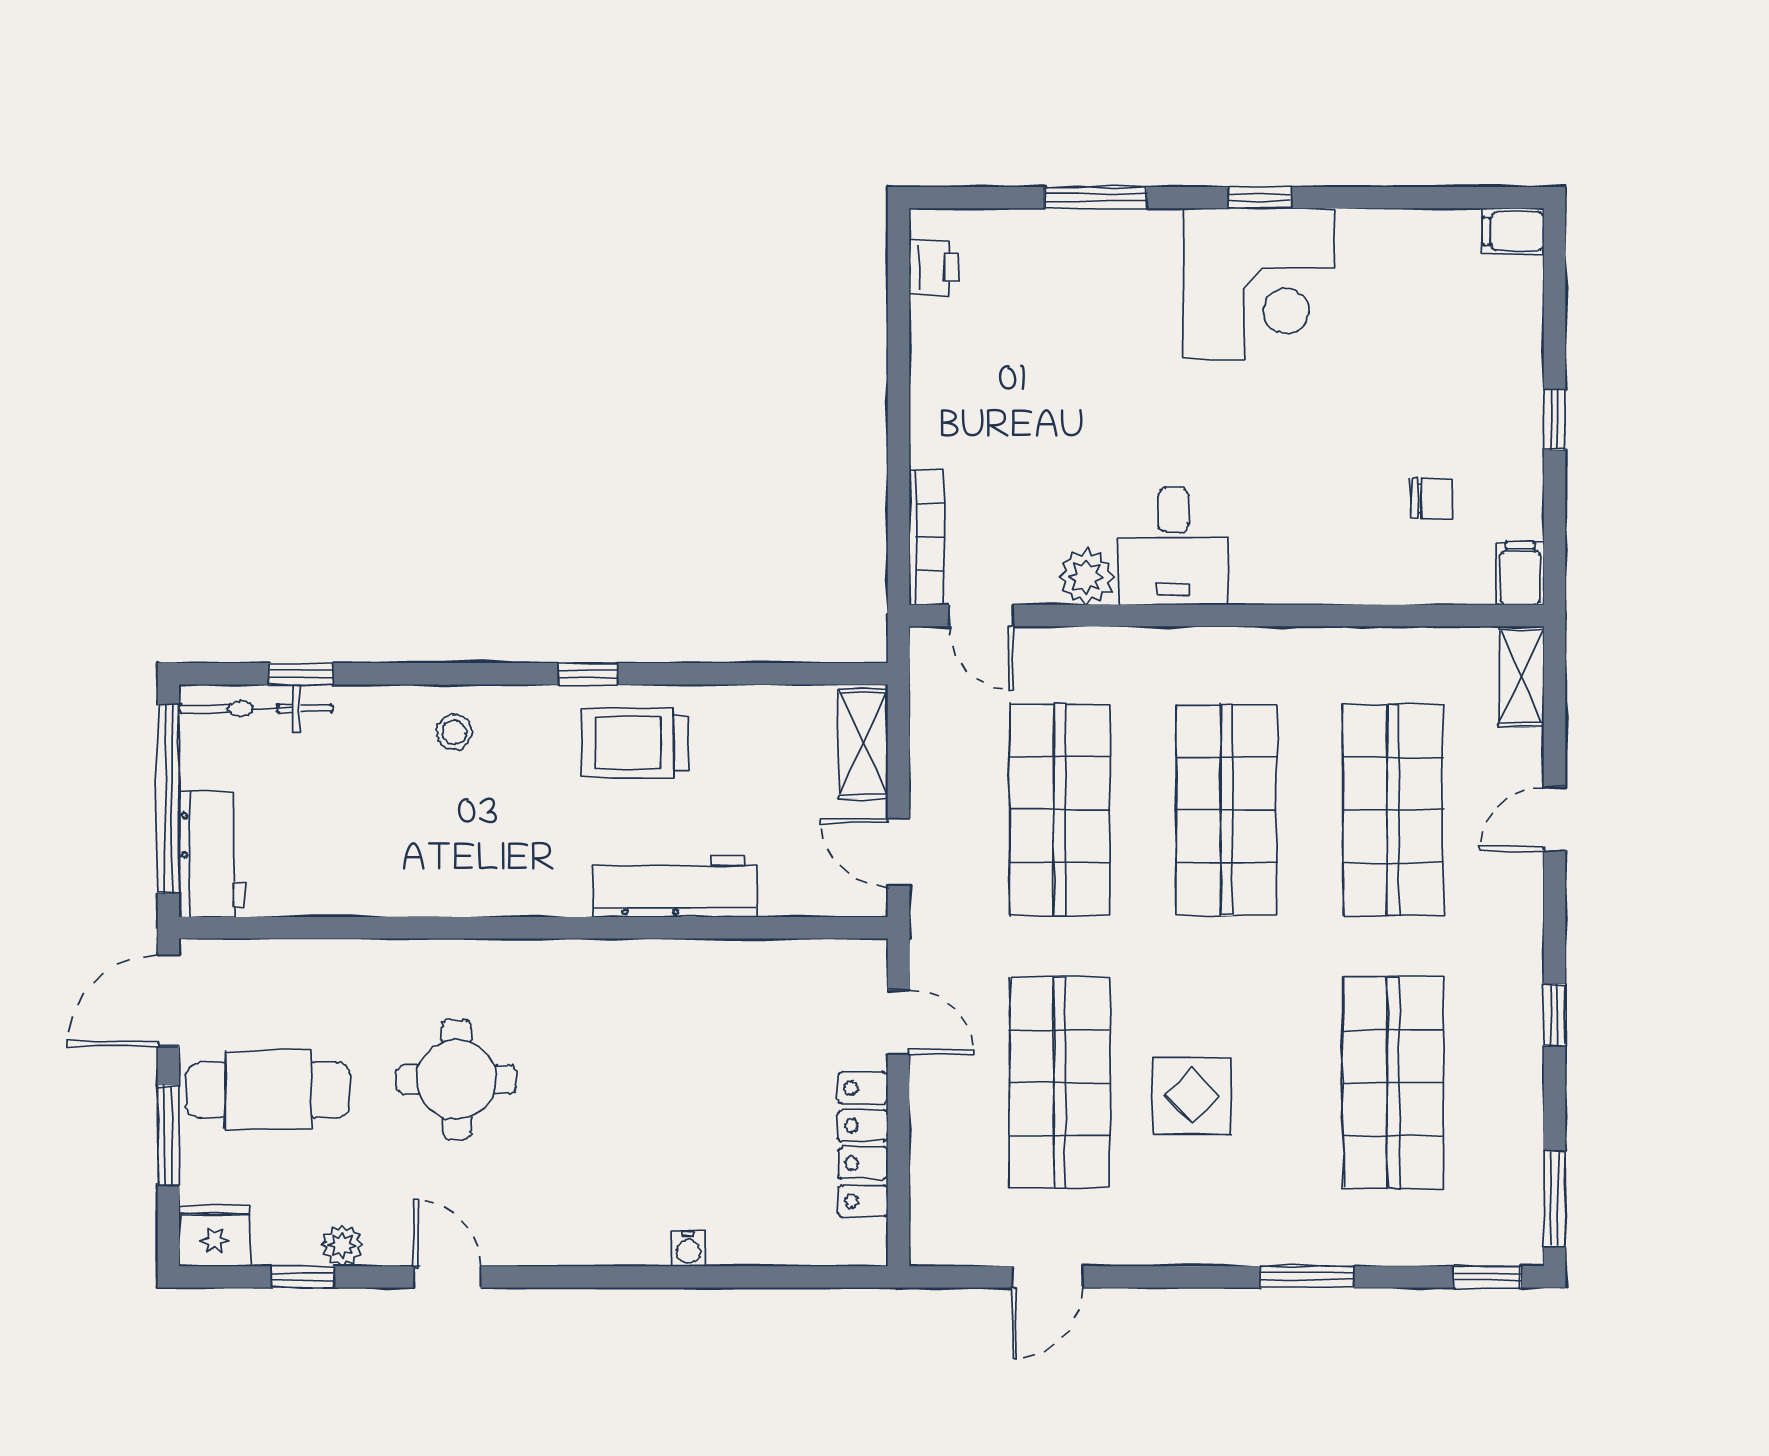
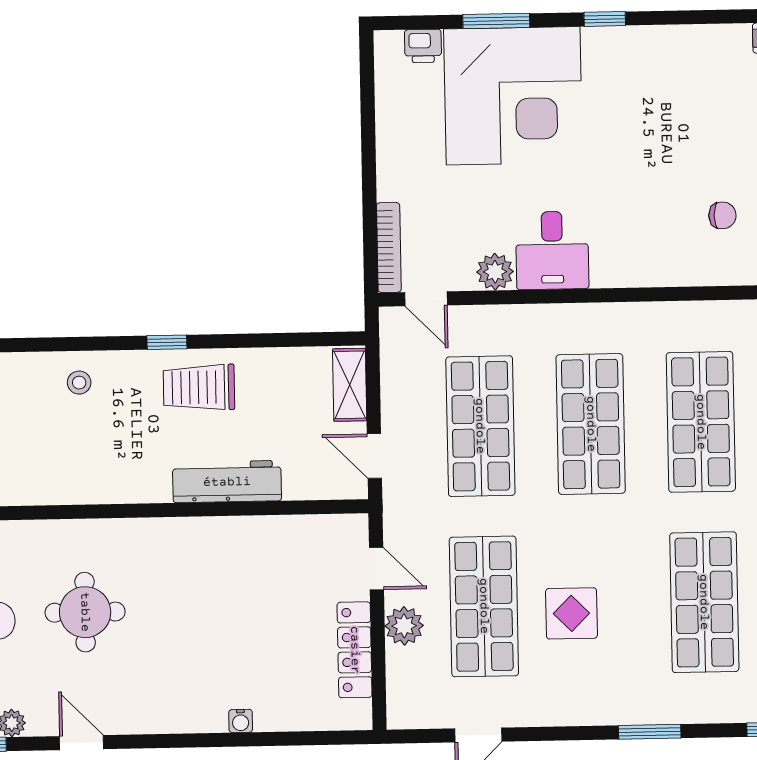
printer: (934, 267) -> (423, 46), moved, turned 90
corner desk: (1259, 284) -> (513, 96), moved, width x1.36, depth x1.36
plant: (939, 1110) -> (404, 626), added

